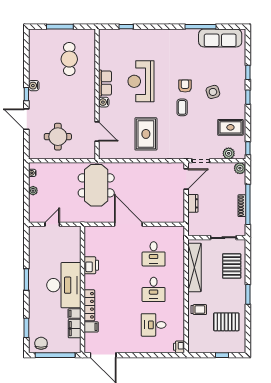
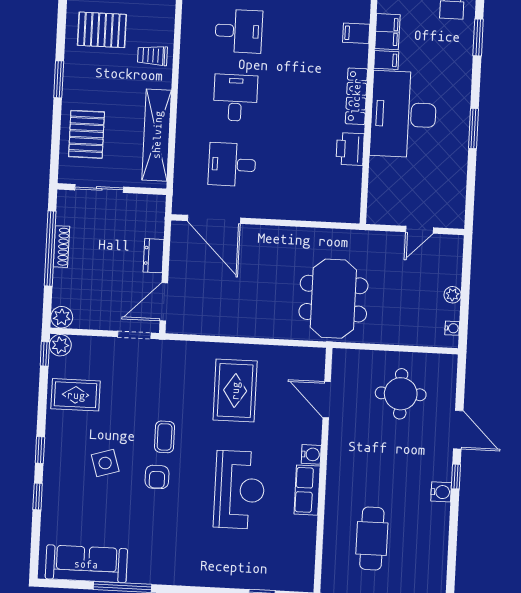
plant: (229, 153) -> (60, 345), moved
door: (128, 224) -> (214, 219), moved
desk: (154, 254) -> (232, 165), turned -90
locker: (89, 305) -> (356, 96), moved

